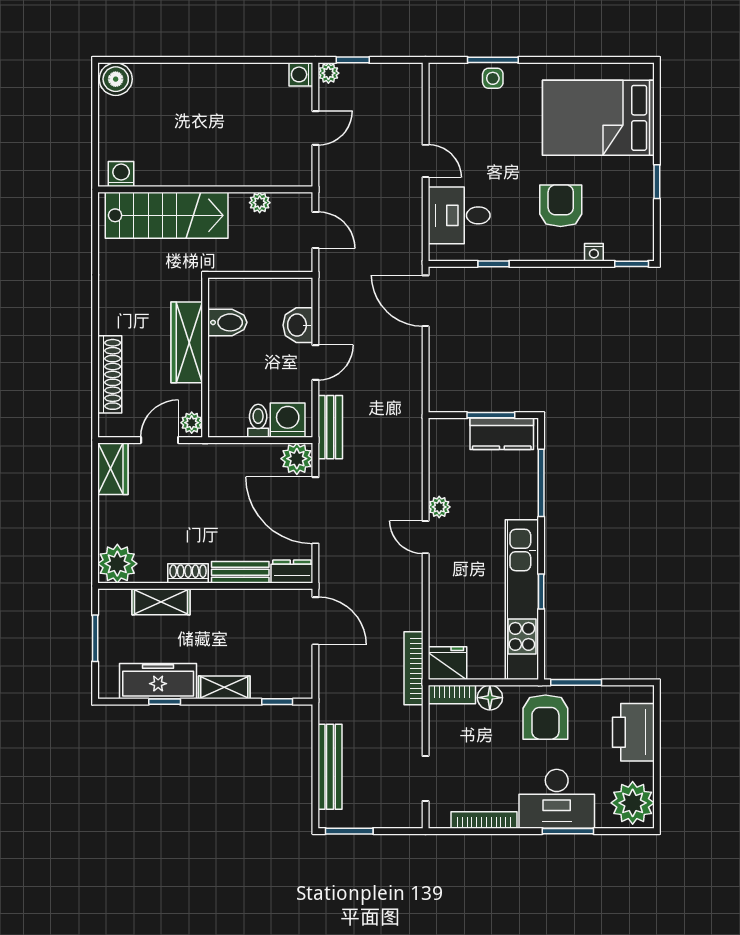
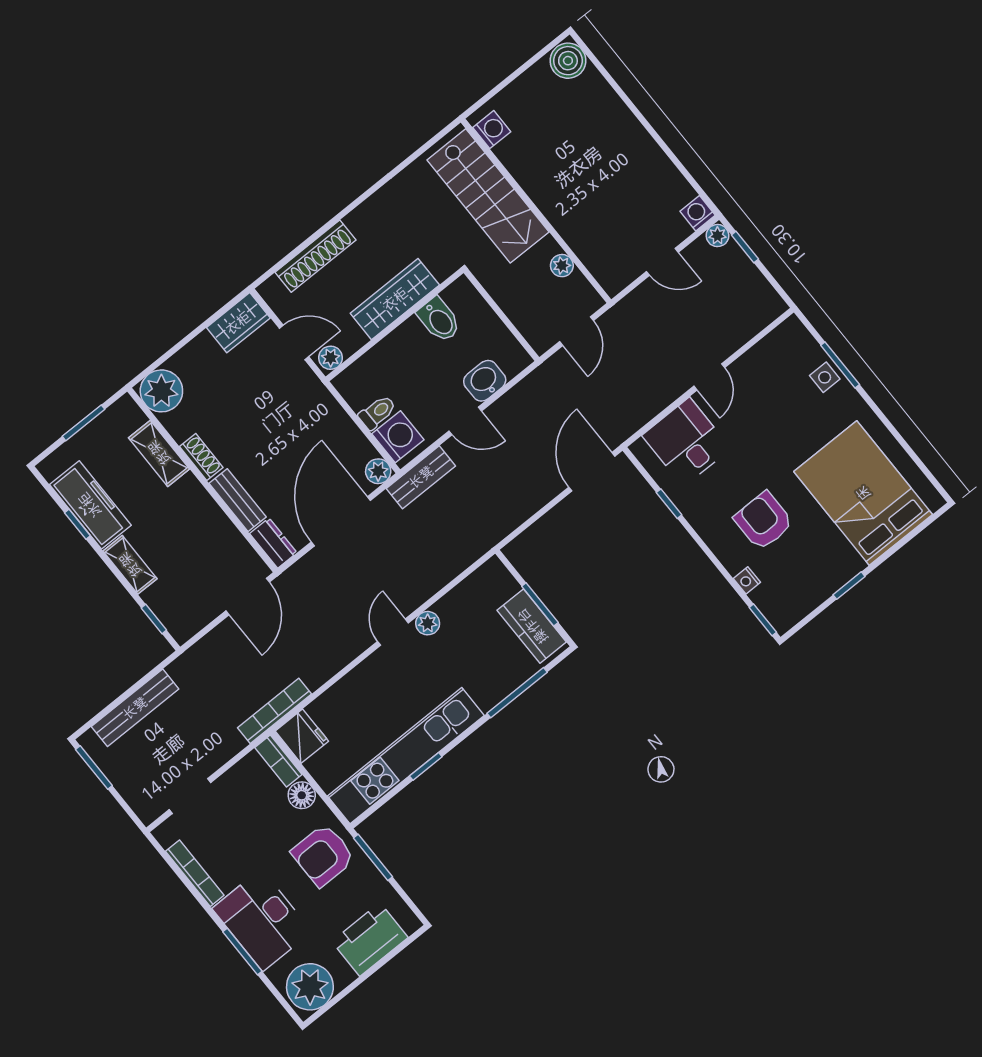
armchair: (561, 206) -> (764, 521), turned -90
plant: (297, 459) -> (378, 471), width x0.73, depth x0.73

